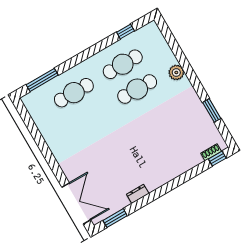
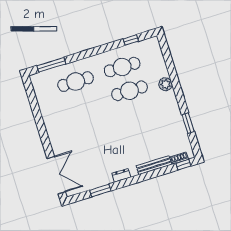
bench: (184, 167) -> (154, 165), added
dresser: (138, 194) -> (121, 175), moved
window: (115, 218) -> (100, 190), moved

